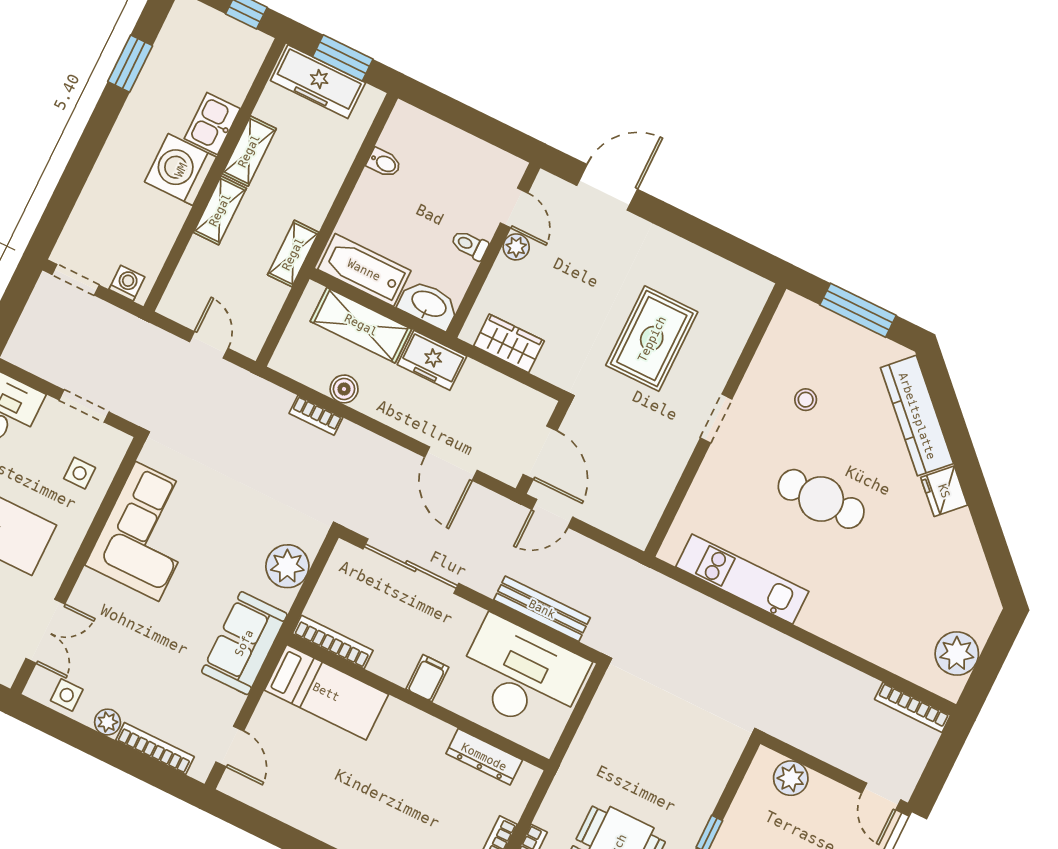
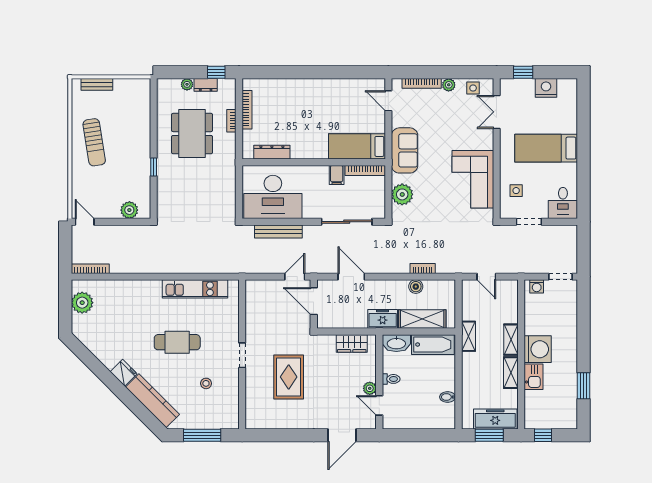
filing cabinet: (427, 678) -> (337, 175), moved

